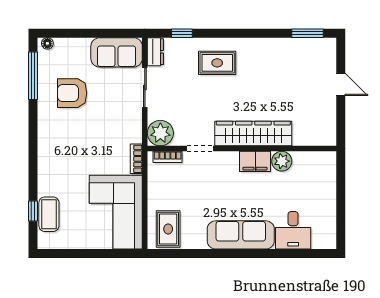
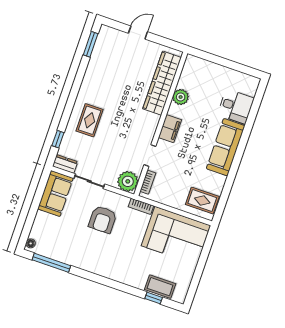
armchair: (72, 93) -> (103, 219), moved
wardrobe: (253, 134) -> (162, 83), moved
filing cabinet: (255, 161) -> (170, 129), moved

